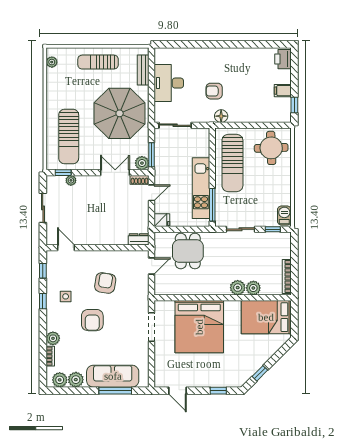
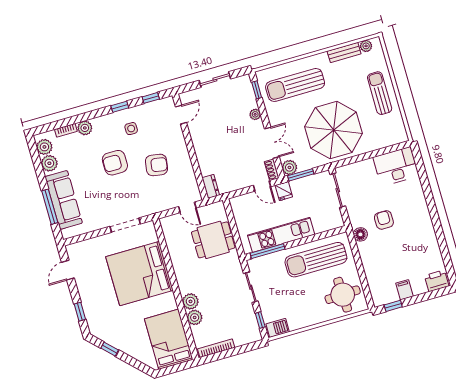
bench: (143, 70) -> (344, 52), moved
desk: (169, 83) -> (396, 167), moved
plant: (71, 180) -> (255, 114), moved
fridge: (162, 220) -> (284, 191), moved

